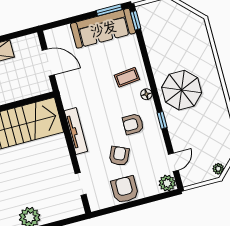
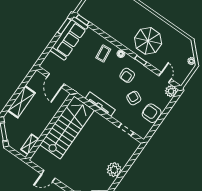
door: (48, 62) -> (55, 80), swing flipped
parasol: (182, 90) -> (148, 41), moved

